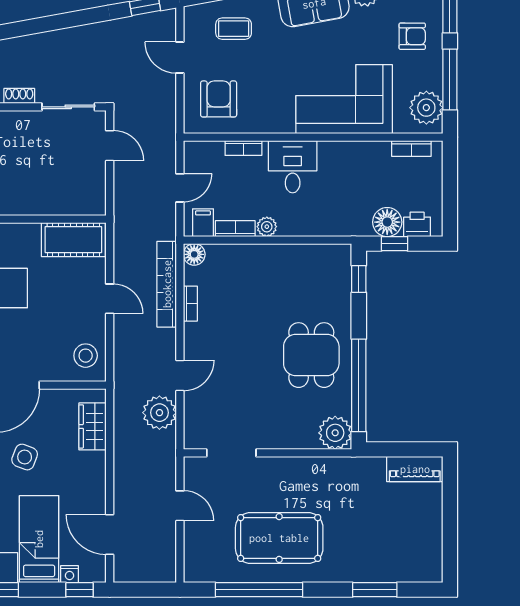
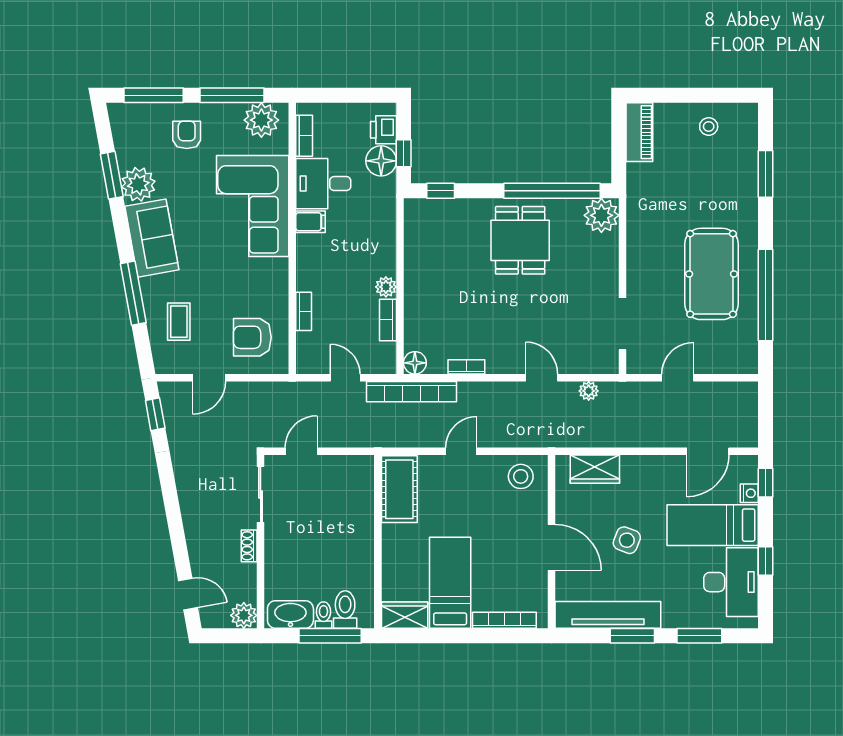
desk: (293, 167) -> (323, 184), moved
filing cabinet: (203, 223) -> (311, 222), moved, turned 180
bookcase: (167, 284) -> (412, 392), moved
dining table: (311, 355) -> (520, 240), turned 90
plant: (159, 413) -> (589, 391), width x0.53, depth x0.53
stool: (420, 535) -> (709, 127), added

